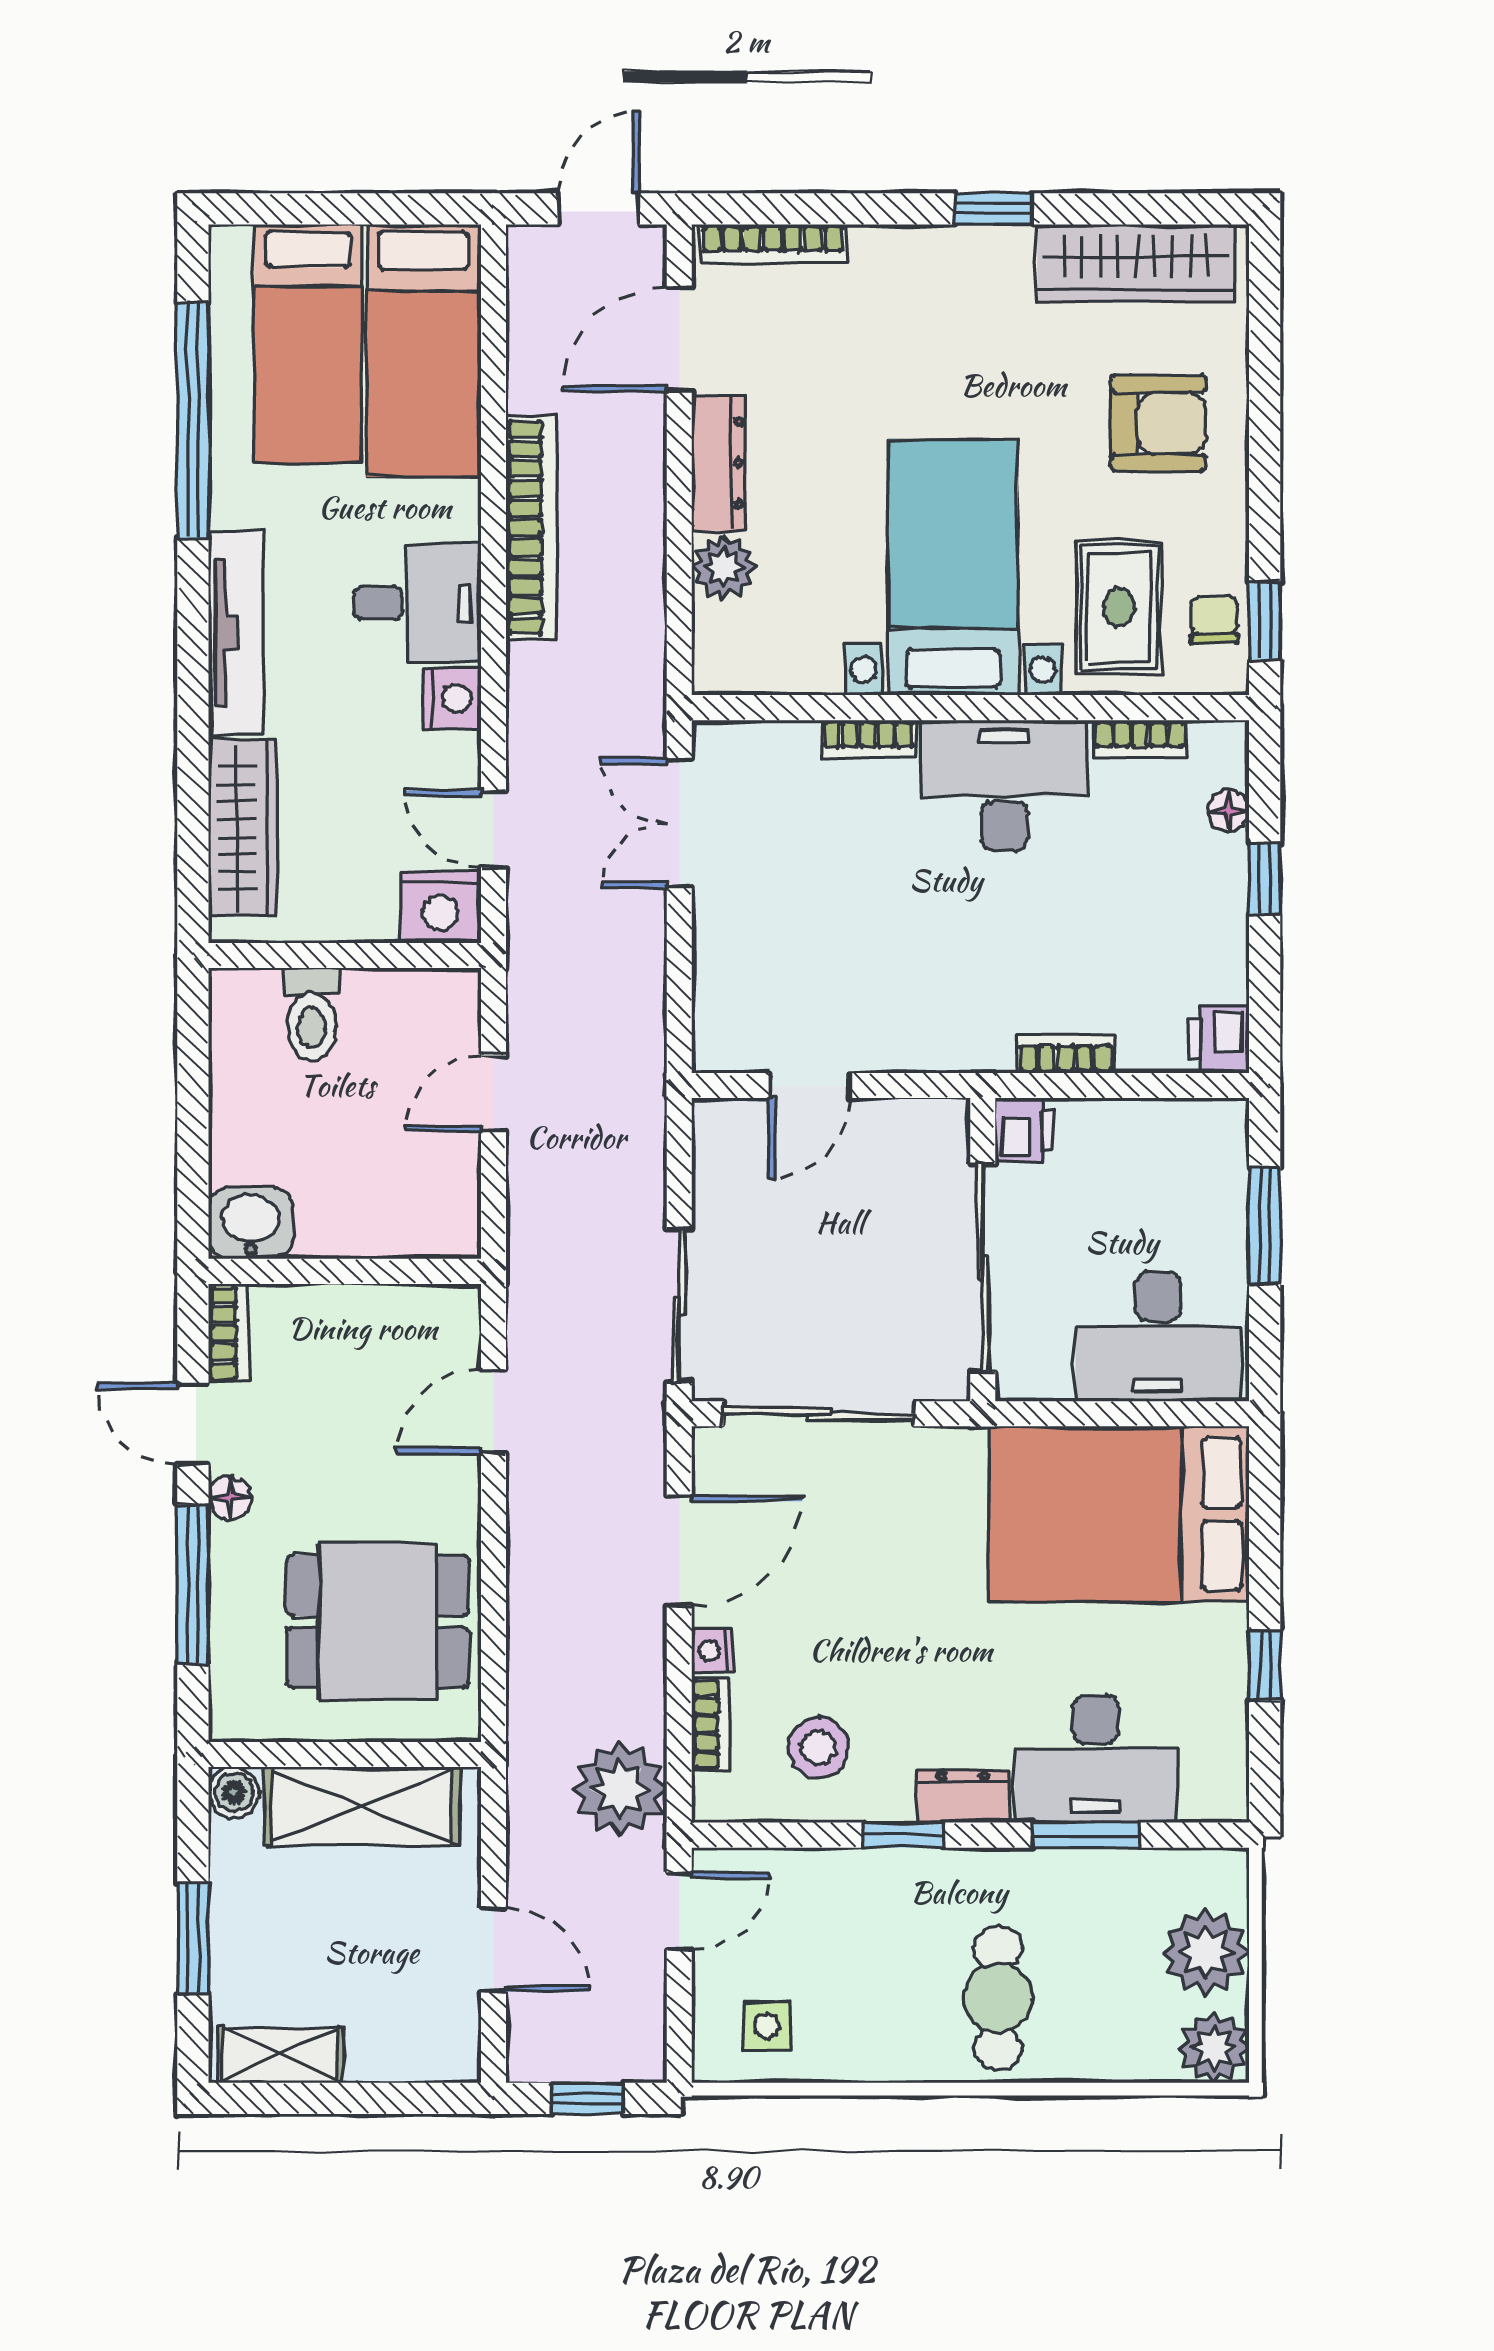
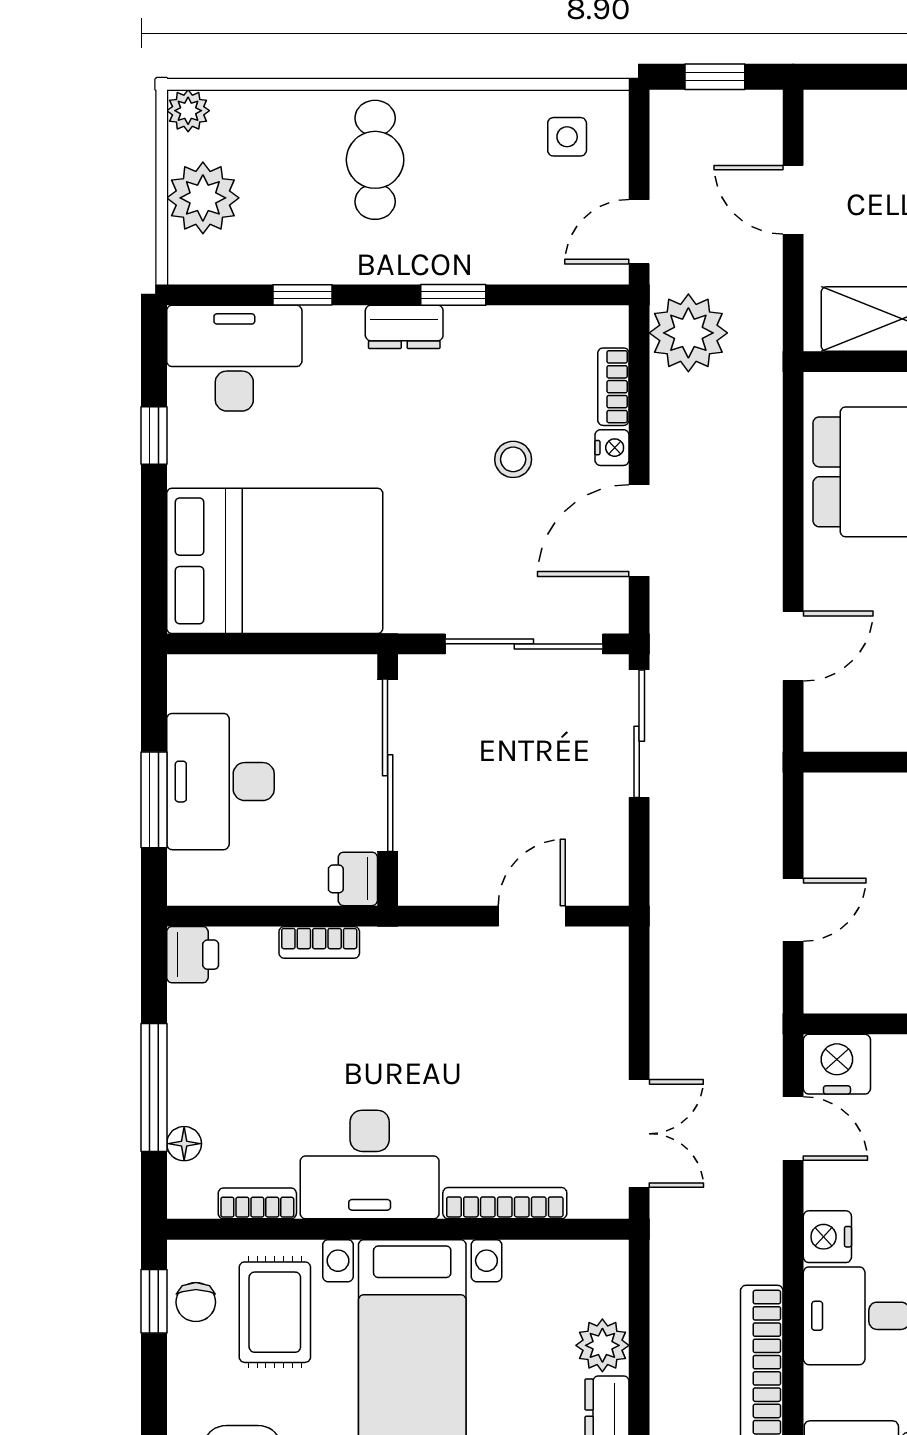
bookcase: (868, 739) -> (505, 1203), width x1.56
window: (1265, 879) -> (154, 1087), width x2.17
desk: (1158, 1337) -> (220, 782), moved, turned -90
stool: (818, 1748) -> (513, 459), moved, width x0.73, depth x0.73
desk: (1096, 1759) -> (234, 358), moved
window: (1086, 1835) -> (302, 295), width x0.67
plant: (1214, 2048) -> (188, 111), width x0.73, depth x0.73

